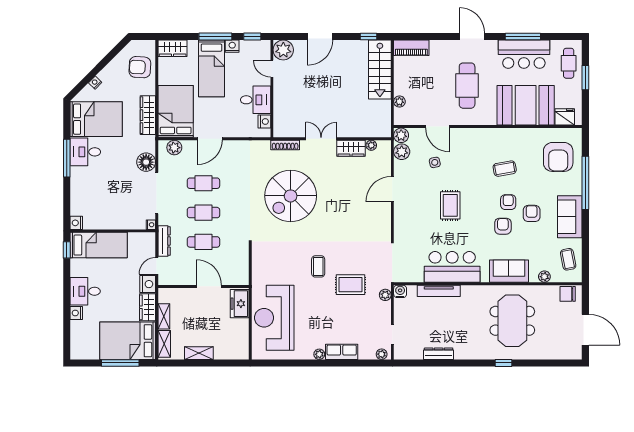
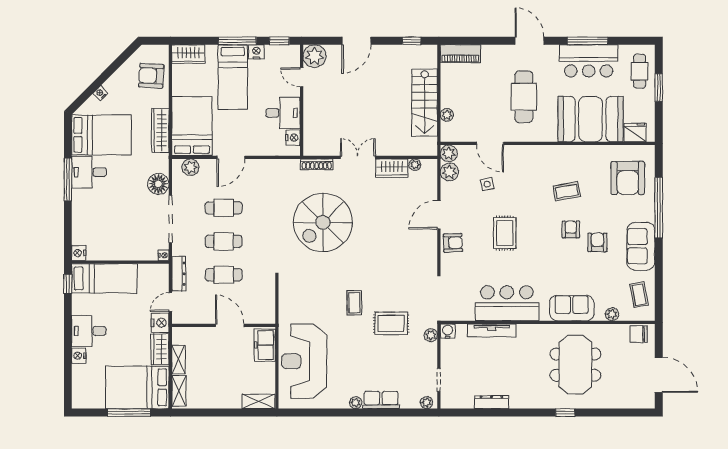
stairs: (380, 70) -> (425, 103), moved
armchair: (503, 226) -> (453, 243), moved, turned 88
shelving: (199, 353) -> (259, 401), moved

